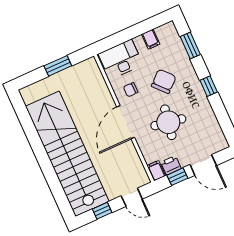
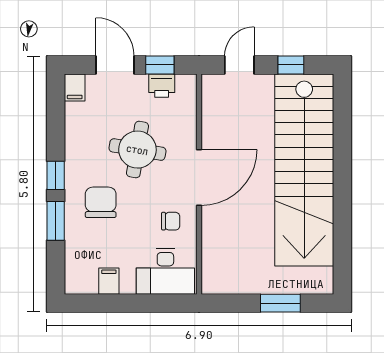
window: (190, 46) -> (56, 221), moved
window: (58, 66) -> (280, 303), moved
chair: (164, 81) -> (101, 202), moved, turned 132
filing cabinet: (156, 171) -> (75, 87), moved
door: (132, 197) -> (239, 65), hinge flipped

